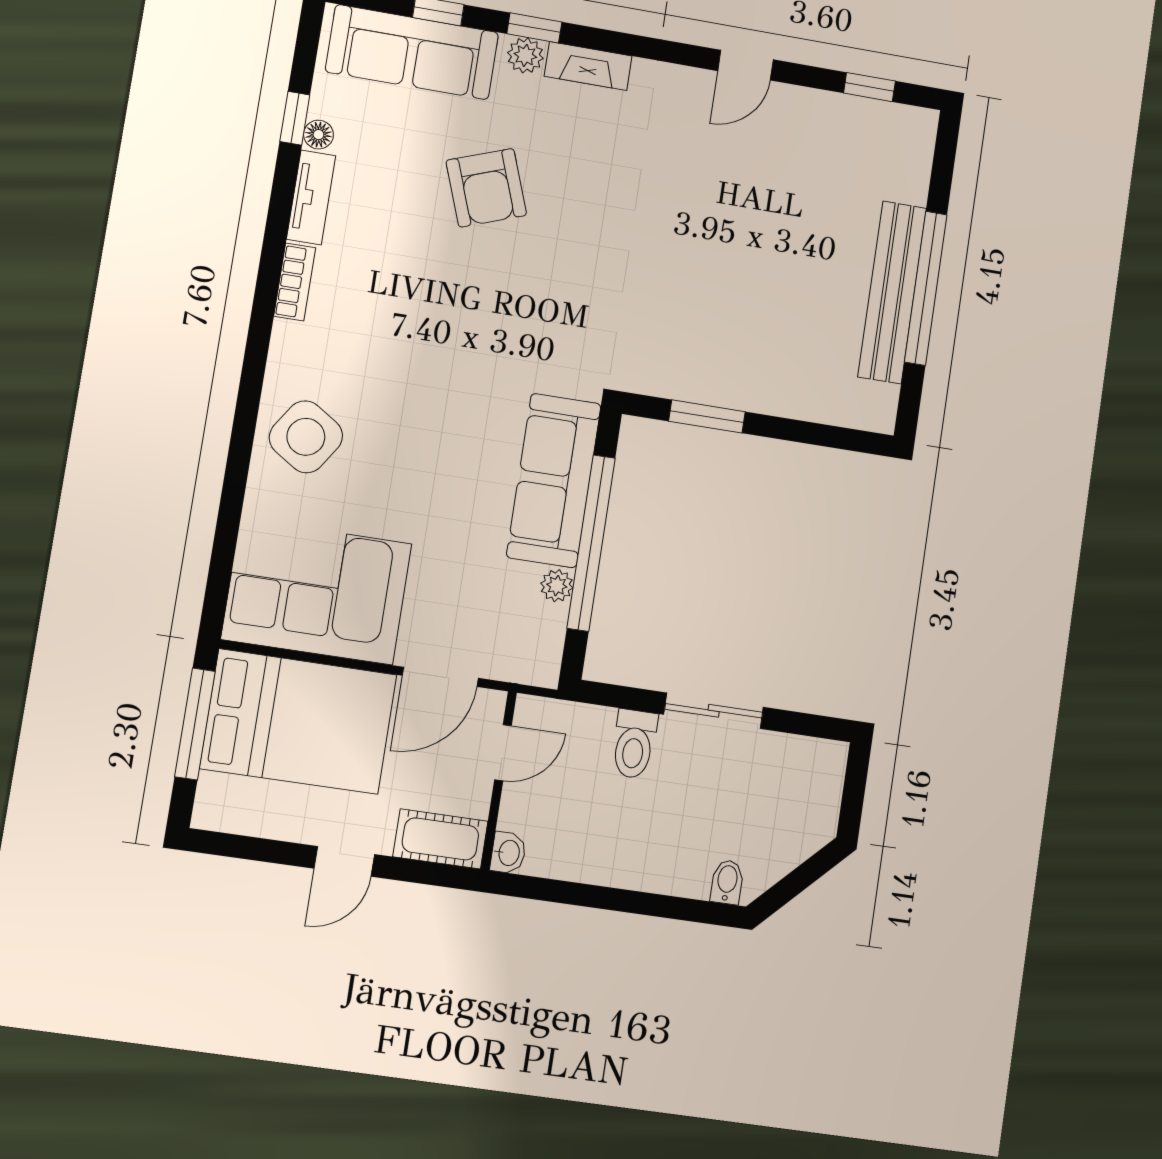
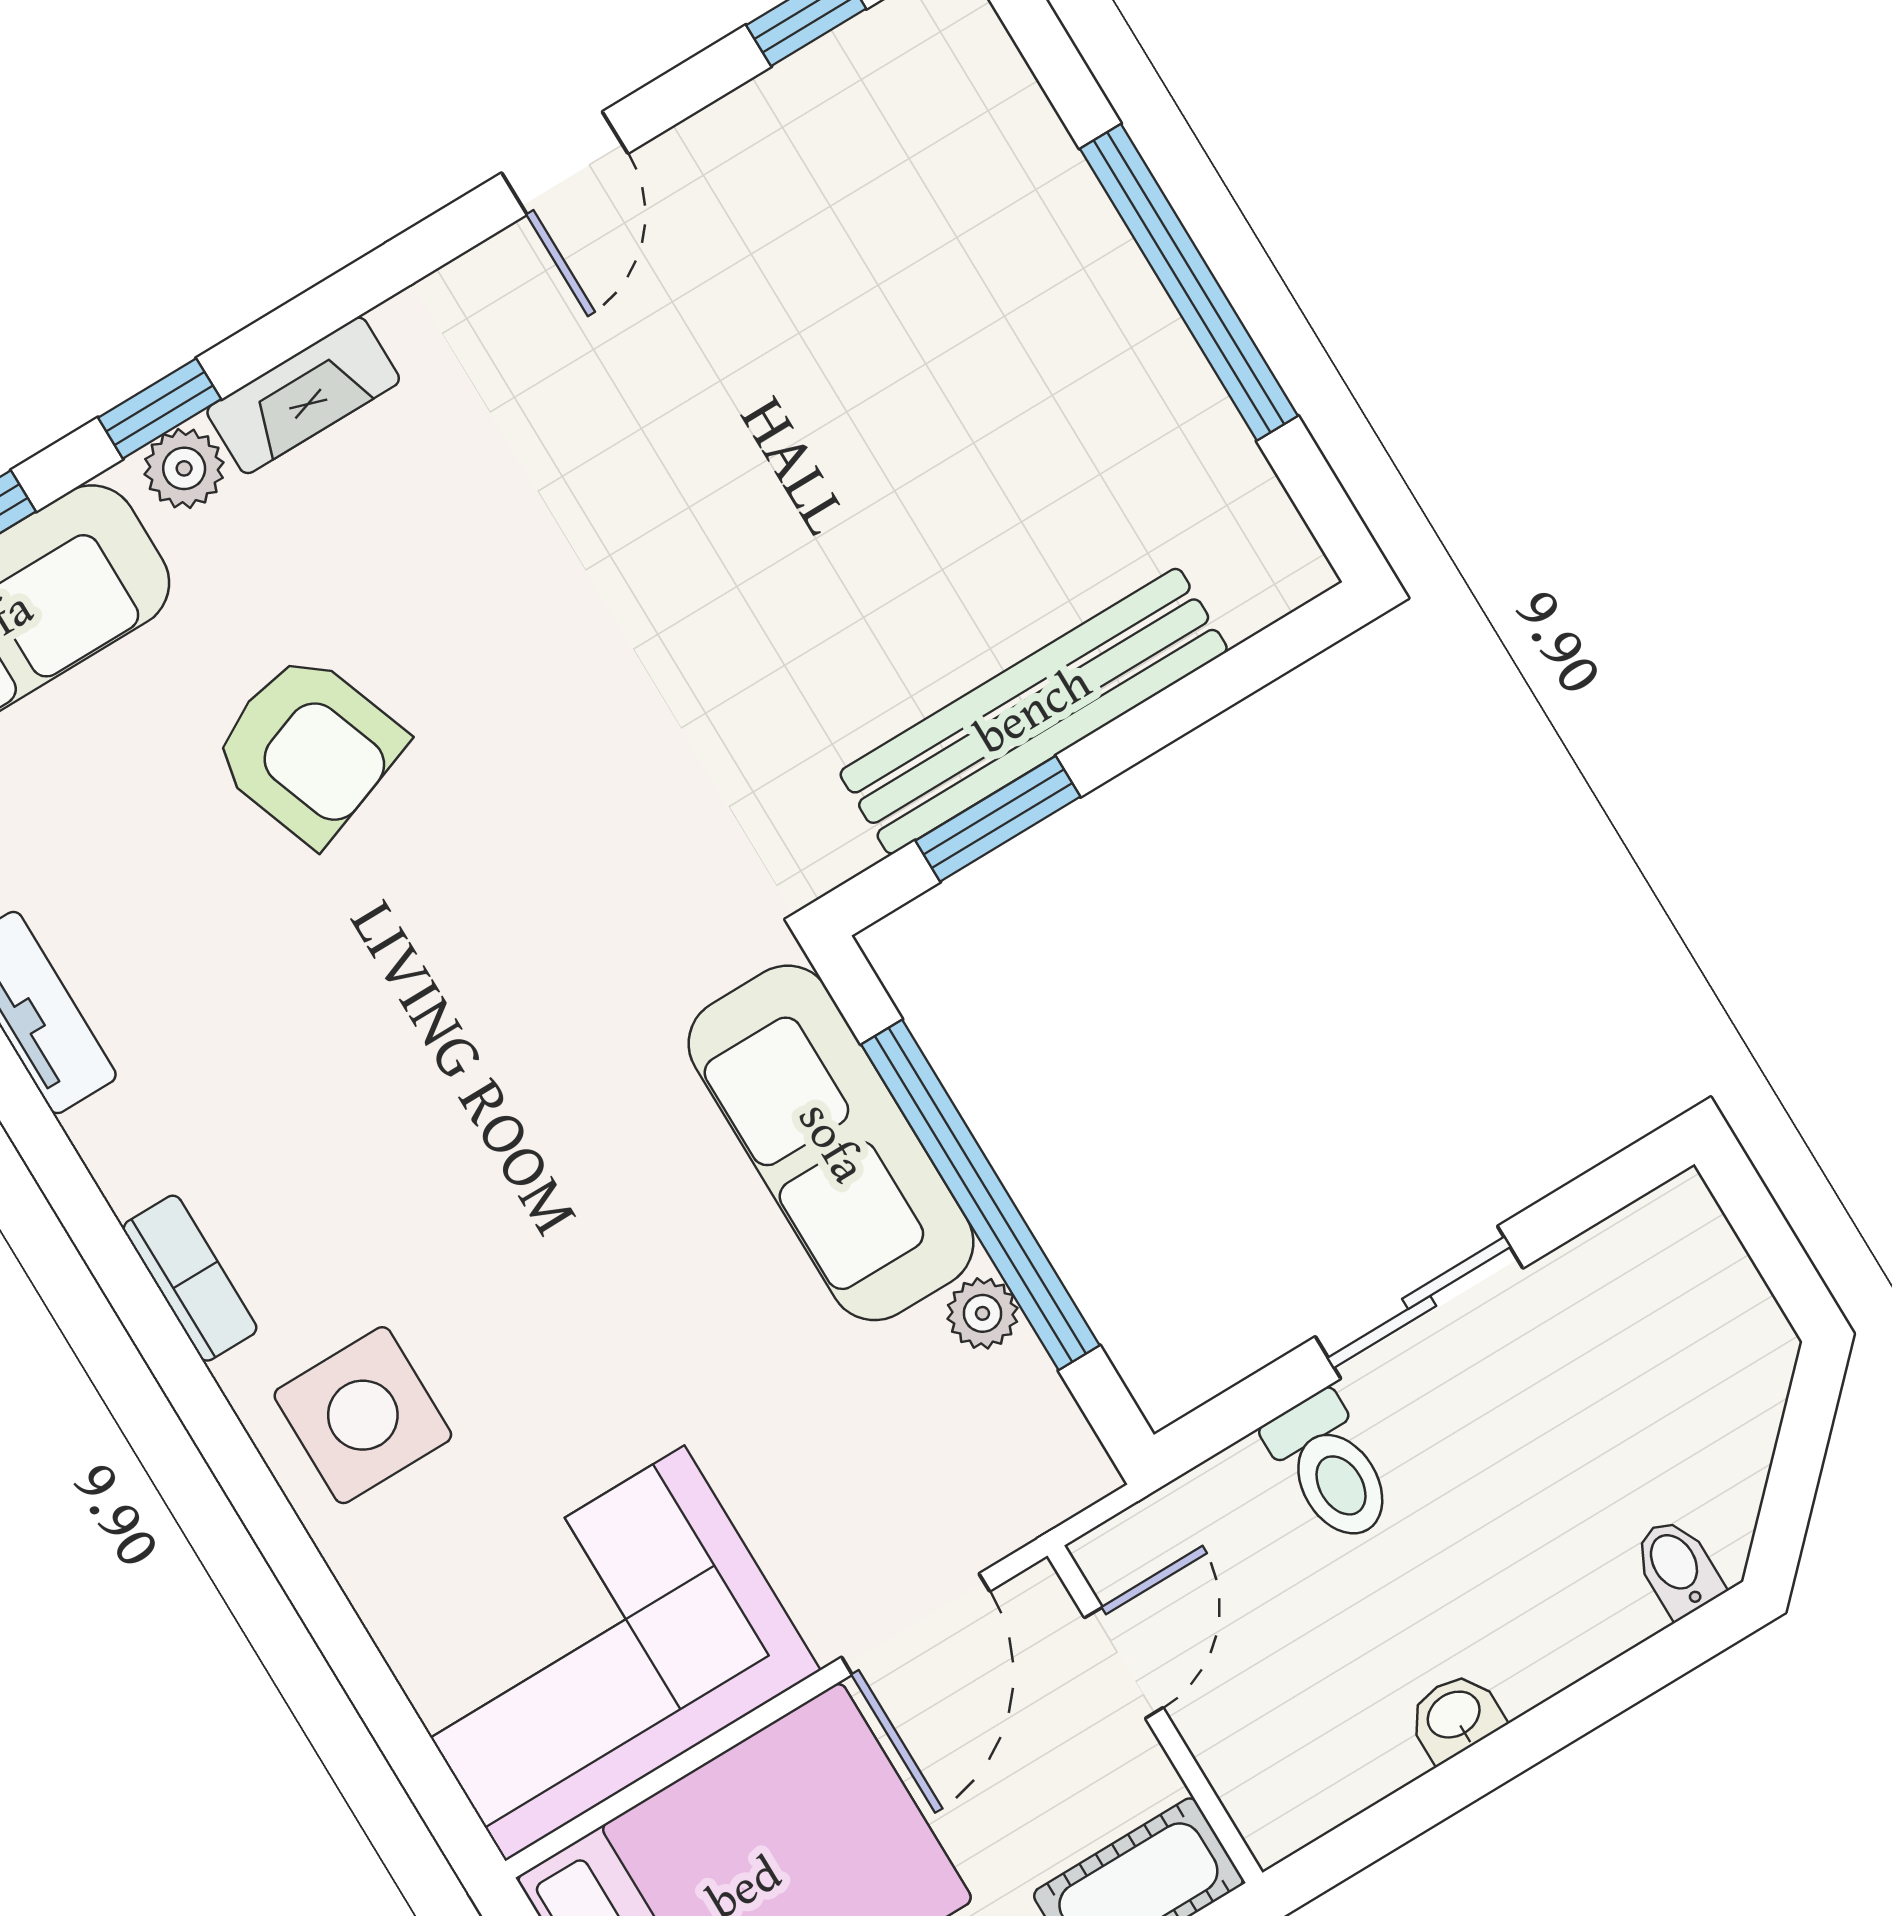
bookcase: (295, 282) -> (190, 1278), moved
bench: (892, 292) -> (1034, 711), moved, turned 90
side table: (306, 437) -> (363, 1415), turned -33
washbasin: (508, 853) -> (1455, 1716), moved, turned -90

